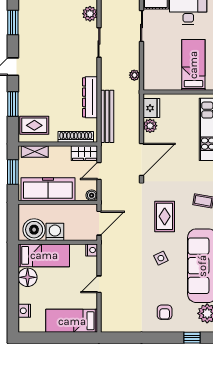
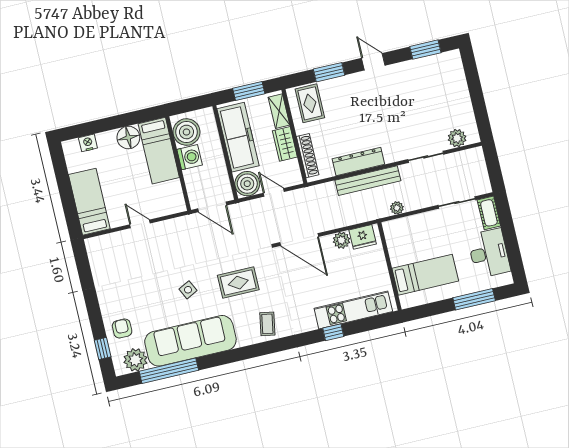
bench: (107, 116) -> (368, 181), moved
wardrobe: (84, 153) -> (285, 144), moved
boiler: (92, 195) -> (247, 184), width x1.86, depth x1.86
nightstand: (92, 250) -> (178, 206), removed
armchair: (165, 312) -> (122, 328), moved, turned 90

